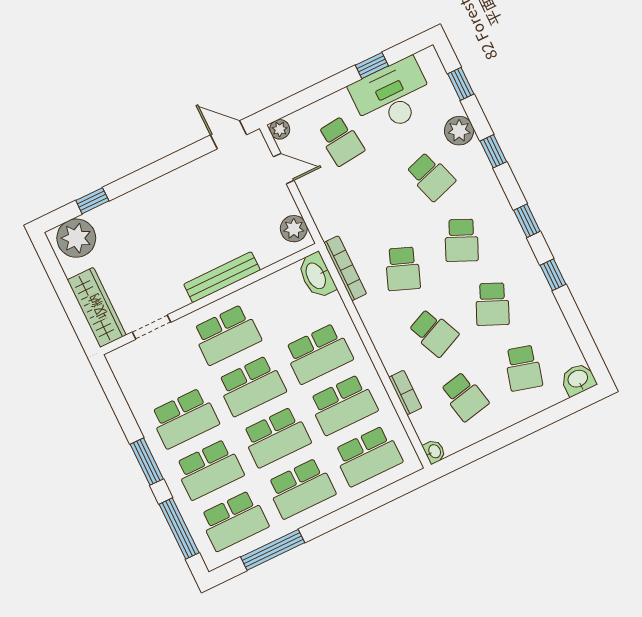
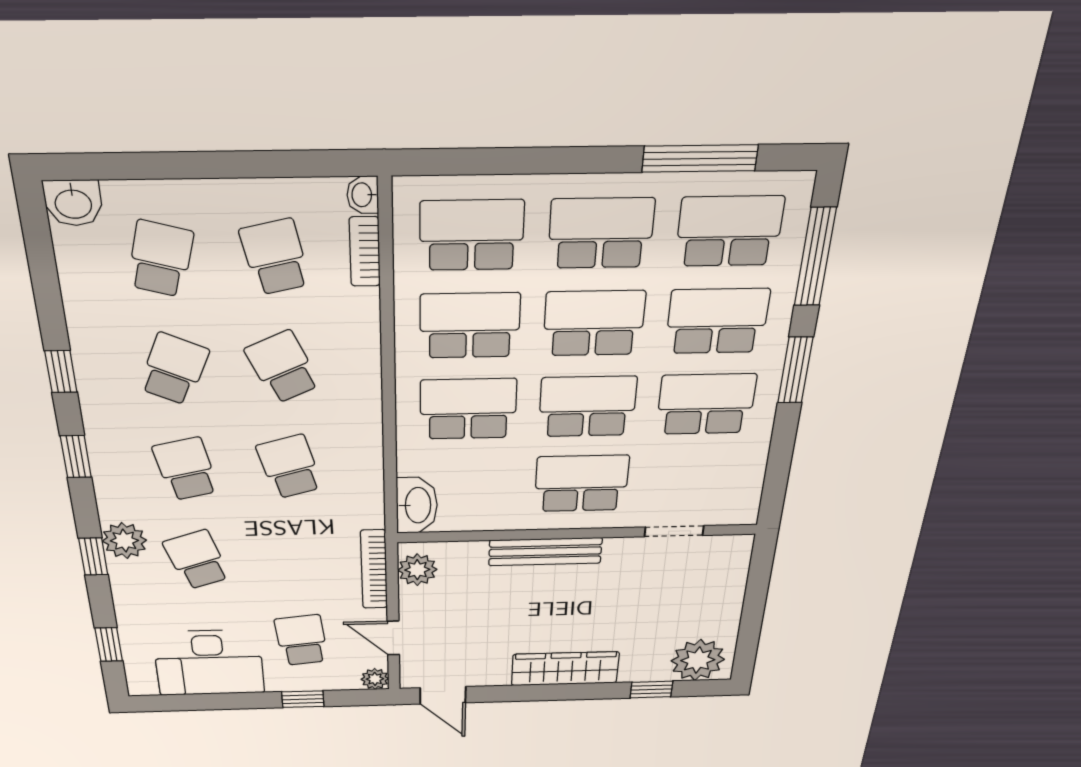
window: (372, 66) -> (303, 699), moved
plant: (459, 131) -> (124, 541), moved
school desk: (462, 240) -> (186, 469), turned -36
bookcase: (345, 268) -> (374, 569), moved
school desk: (403, 269) -> (290, 467), turned -36
wardrobe: (97, 307) -> (565, 669), moved, turned 90
bookcase: (405, 393) -> (365, 252), moved

